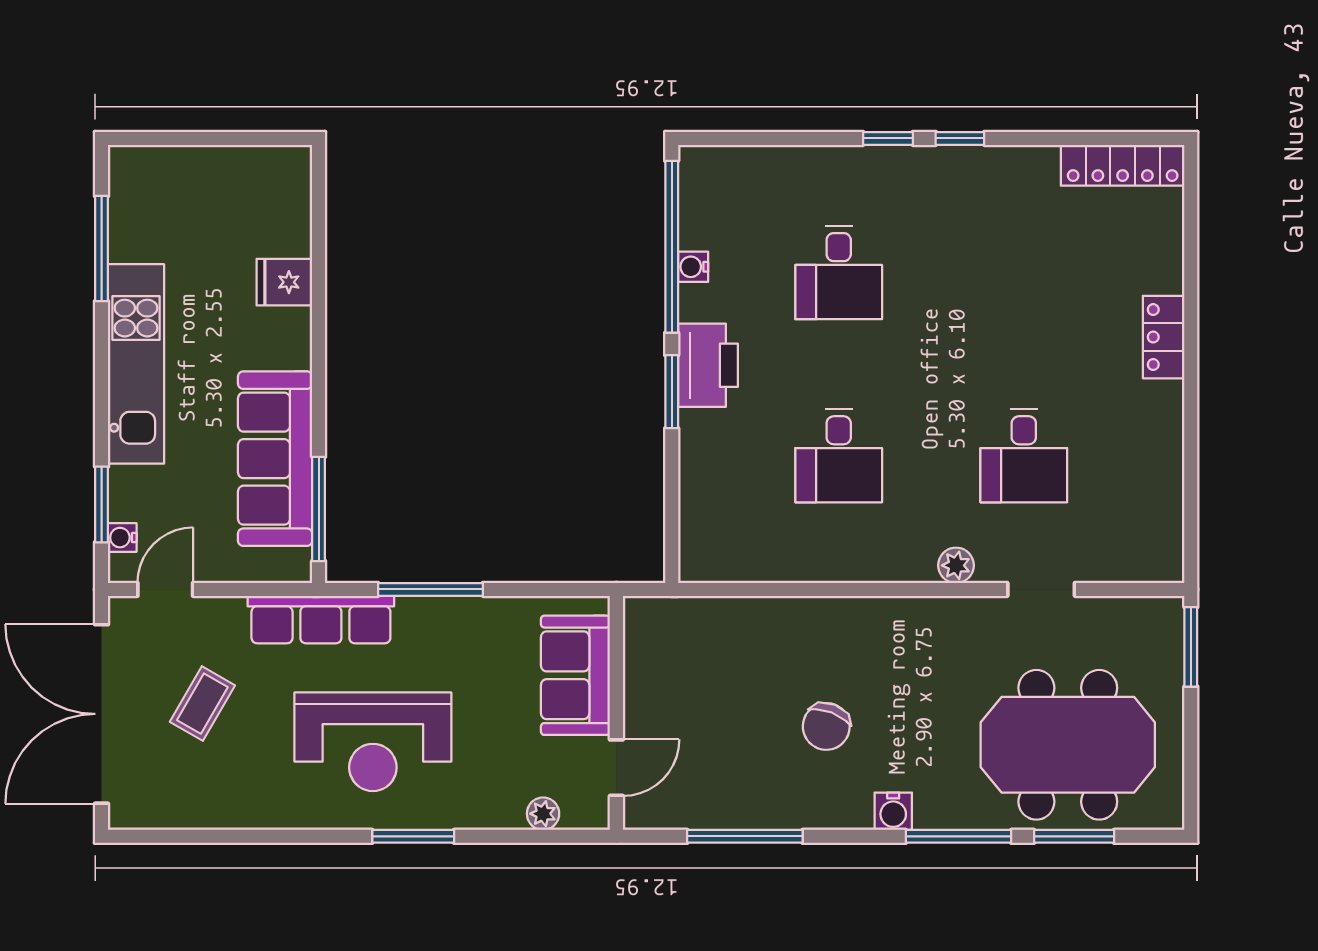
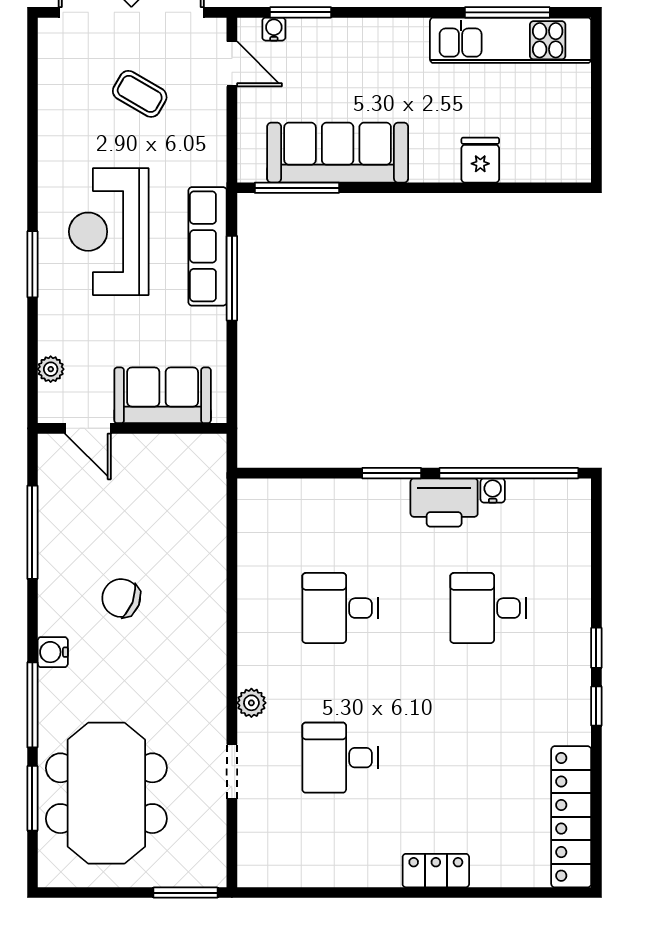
locker: (1123, 165) -> (571, 817), width x1.41, depth x1.21
kitchen unit: (136, 364) -> (511, 40), moved
printer: (708, 365) -> (444, 502), moved
row of seats: (321, 620) -> (208, 246), moved

